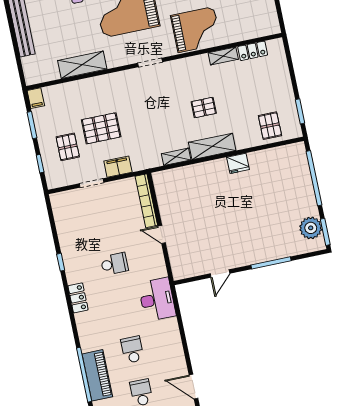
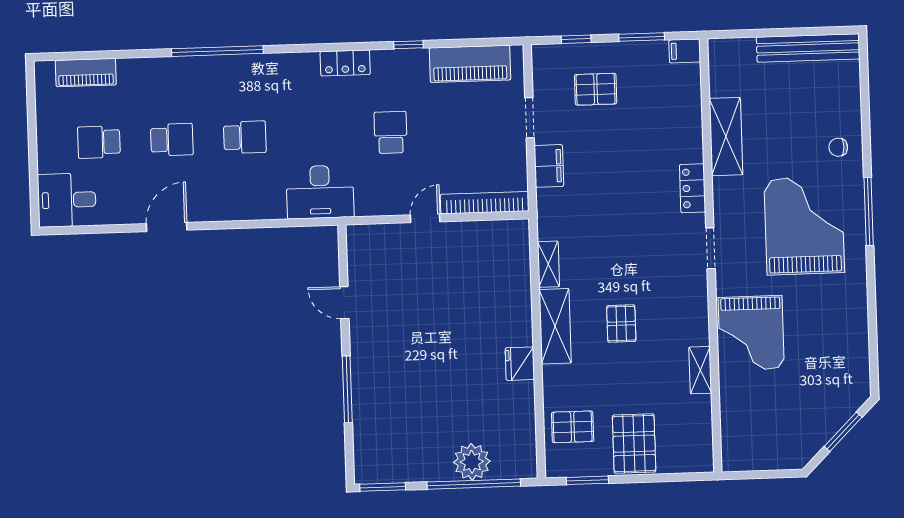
locker: (253, 51) -> (693, 188), moved
pallet: (101, 128) -> (634, 444), moved
plant: (311, 228) -> (472, 462), moved
school desk: (114, 264) -> (391, 132), turned 180
piano: (97, 375) -> (470, 64), moved

